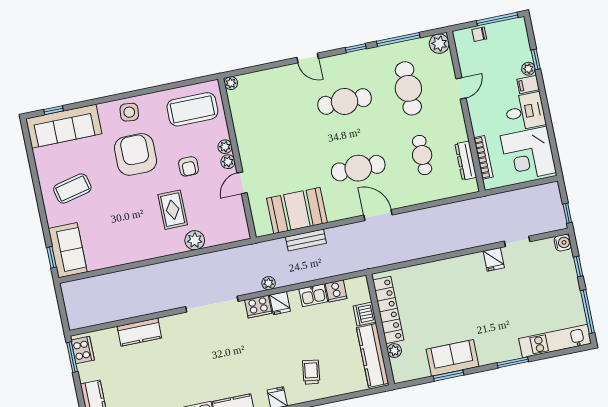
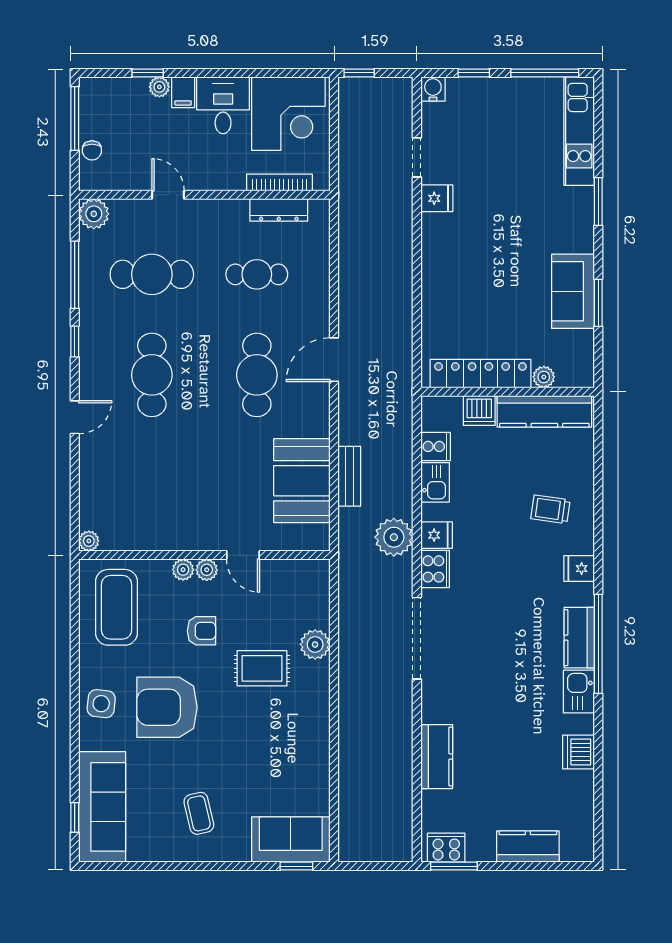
coffee table: (72, 188) -> (199, 813), width x0.73, depth x0.77
window: (567, 213) -> (359, 73), moved
plant: (269, 283) -> (394, 537), width x1.88, depth x1.88

